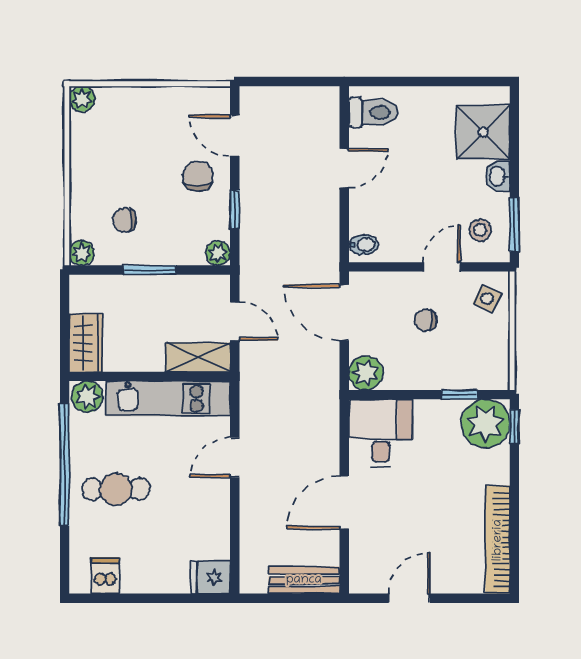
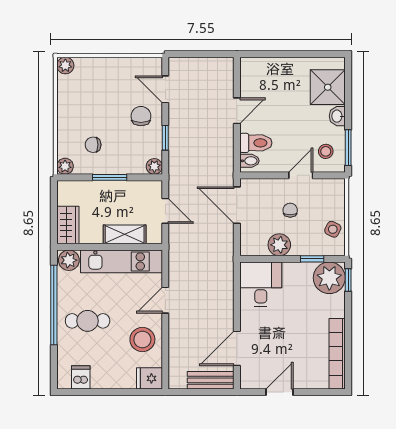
toilet: (373, 112) -> (256, 143), moved
side table: (487, 299) -> (333, 229), moved
chair: (426, 320) -> (290, 210), turned 90
shelving: (198, 357) -> (125, 234), moved
plant: (366, 373) -> (279, 245), moved
door: (344, 502) -> (237, 348), moved
stool: (200, 518) -> (142, 339), added

